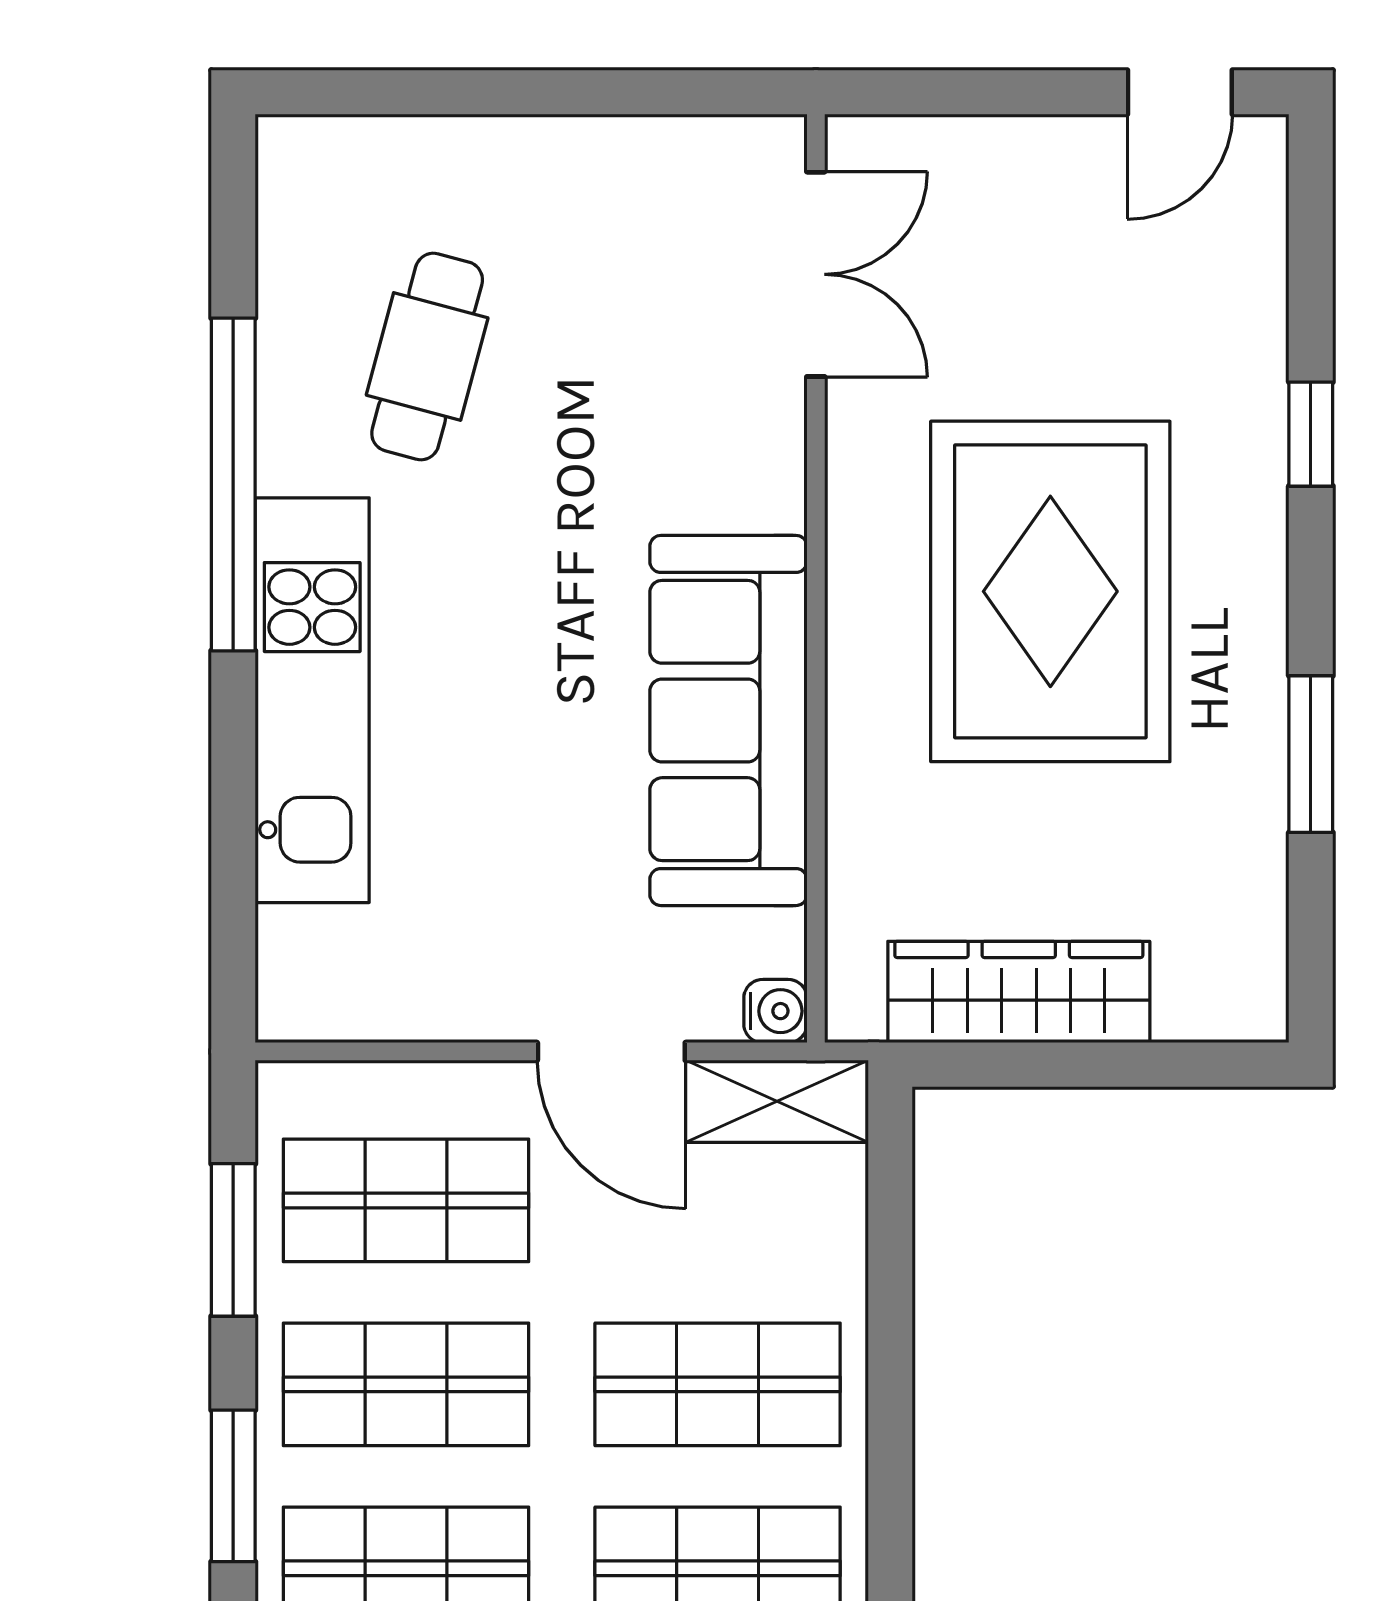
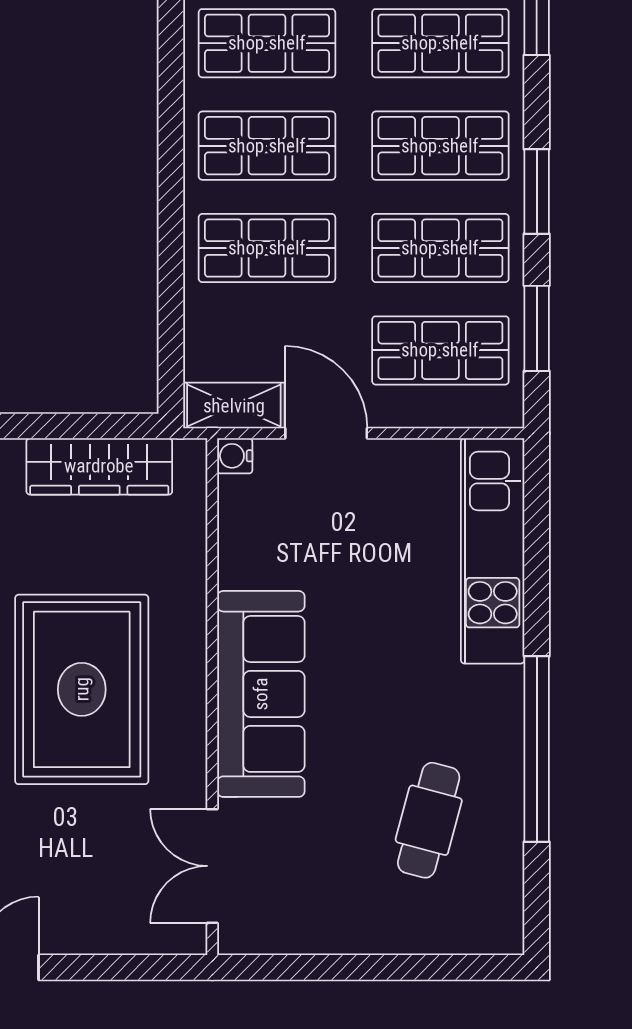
kitchen unit: (312, 700) -> (493, 551), moved
sofa: (728, 720) -> (261, 694), moved

